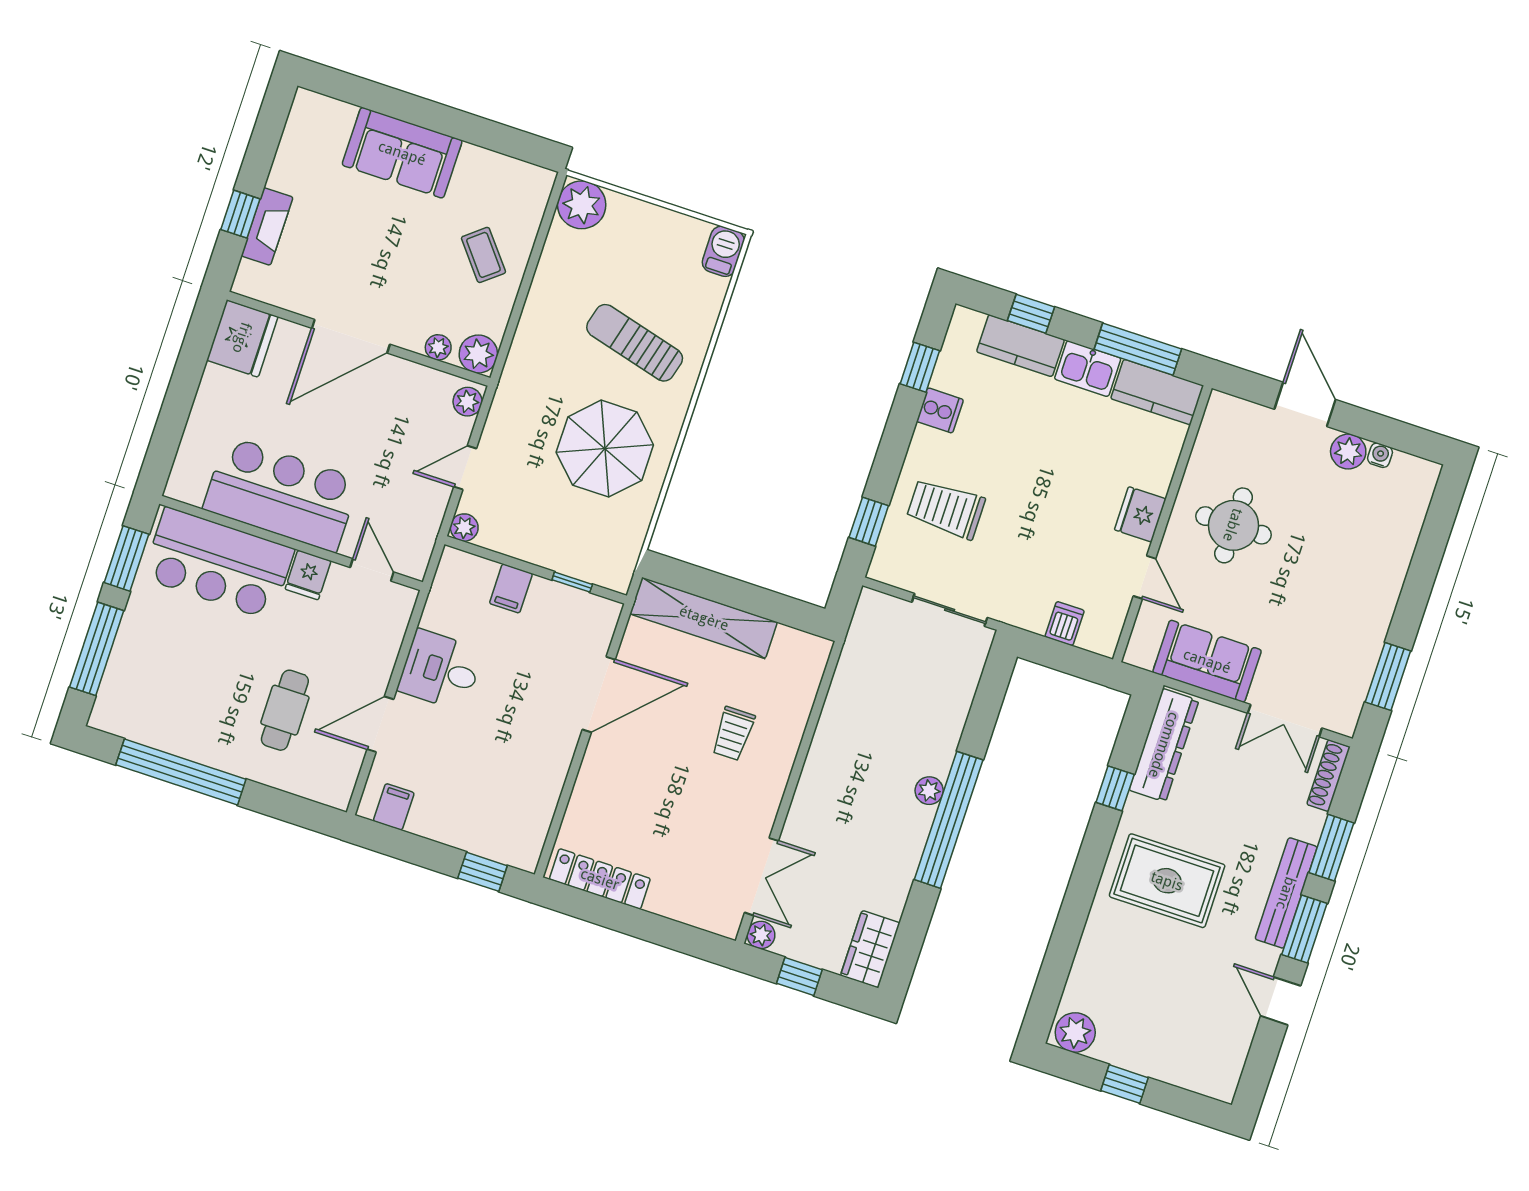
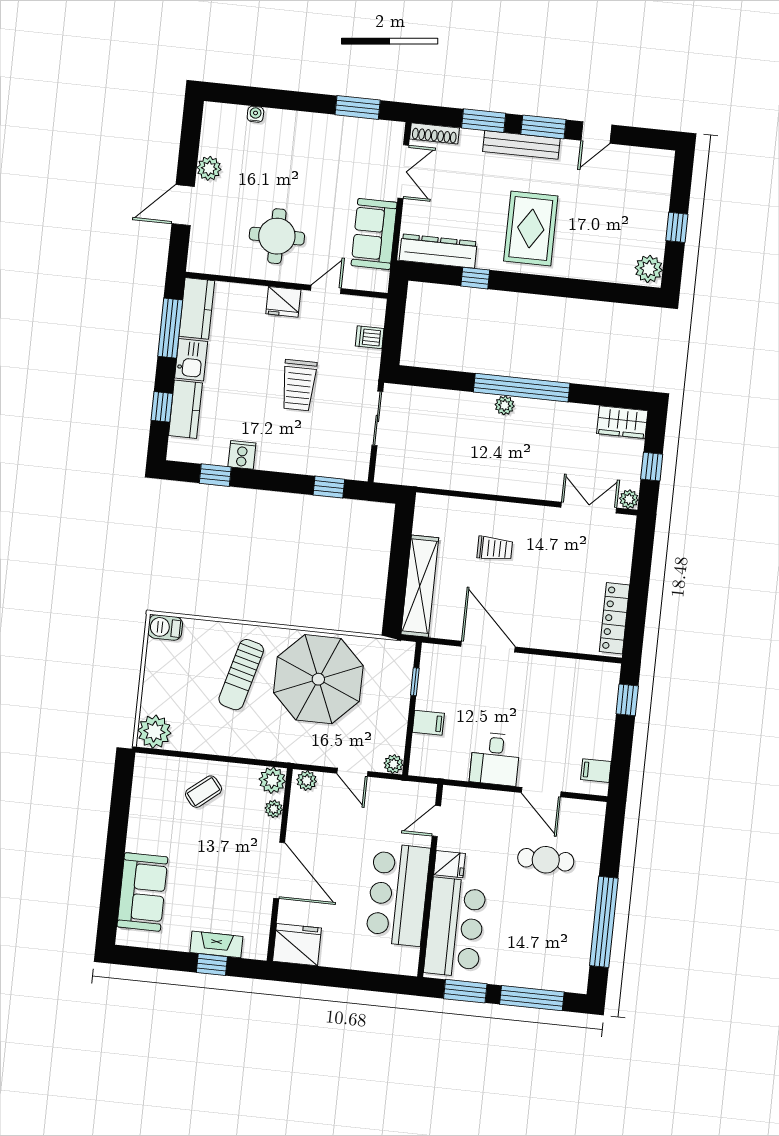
sofa: (402, 153) -> (142, 892), moved
parasol: (605, 449) -> (318, 679), width x1.36, depth x1.36
water cooler: (1380, 455) -> (255, 114), moved, turned 90
trolley: (946, 509) -> (299, 385), moved

